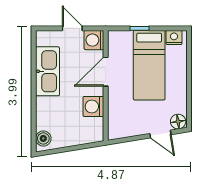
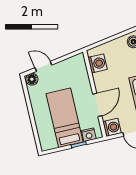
nightstand: (174, 38) -> (89, 135), moved
washing machine: (93, 106) -> (97, 63), moved

